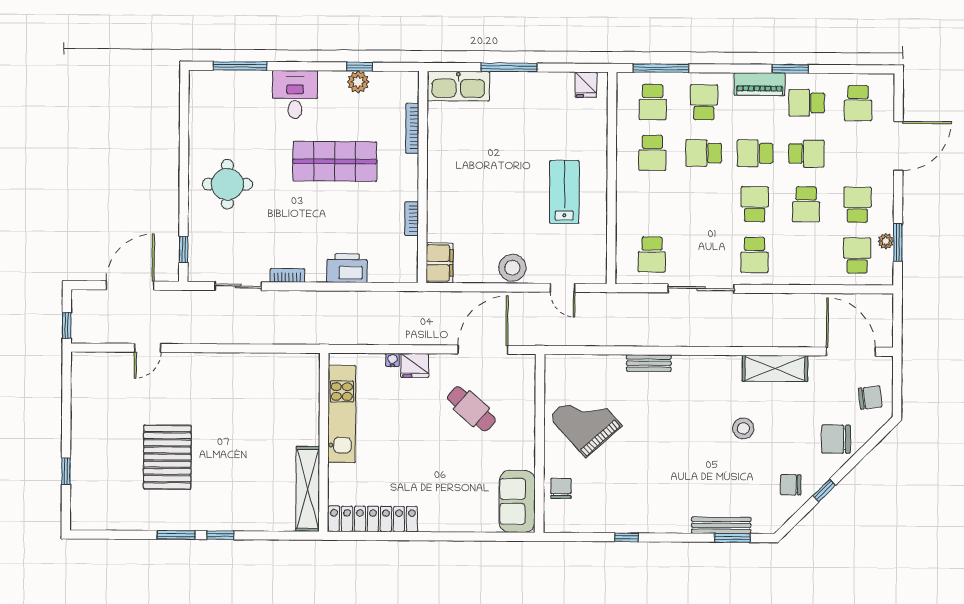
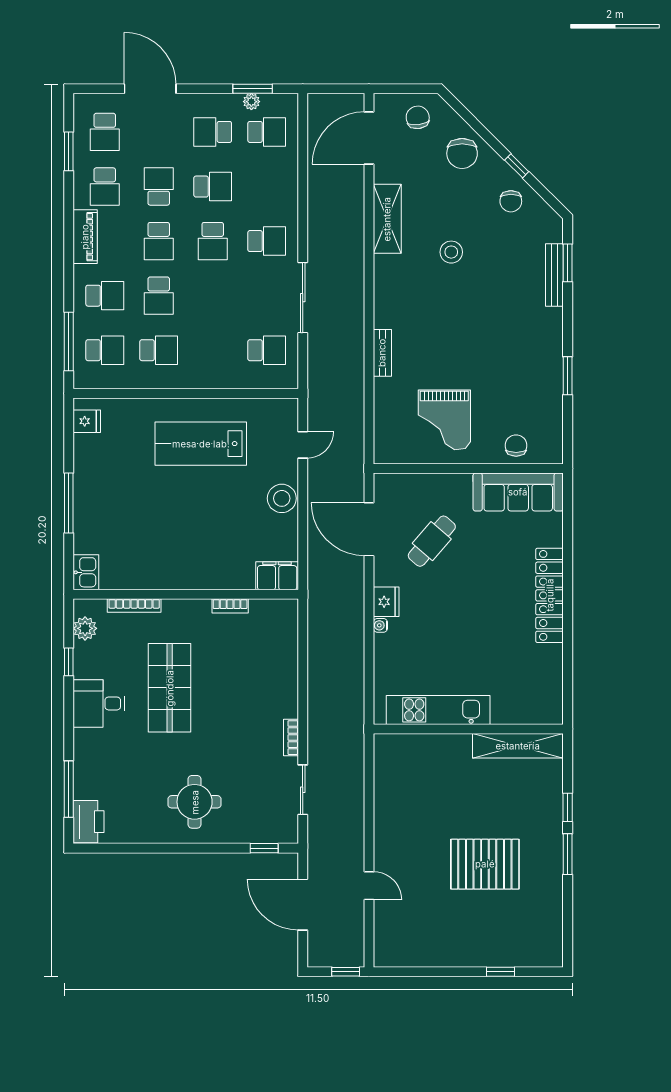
window: (790, 69) -> (69, 151), moved
plant: (358, 82) -> (85, 628), moved
kitchen sink: (458, 86) -> (86, 572), width x0.53, depth x0.81
desk: (295, 95) -> (99, 703), moved
school desk: (704, 102) -> (105, 296), turned 180
school desk: (858, 103) -> (105, 132), turned 90
lab bench: (564, 192) -> (201, 444), width x1.36, depth x1.39
school desk: (755, 204) -> (213, 241), turned -90
school desk: (857, 255) -> (267, 132), turned 180
printer: (347, 268) -> (88, 822), moved, turned 180
kitchen unit: (342, 414) -> (438, 710), moved
grand piano: (585, 421) -> (444, 420), turned -48
wall: (324, 442) -> (468, 729), moved
chair: (561, 488) -> (516, 446), turned 90
shelving: (308, 489) -> (518, 746), moved
sofa: (517, 501) -> (518, 492), width x1.36
locker: (373, 519) -> (550, 595), moved
window: (626, 537) -> (568, 376), width x1.50

